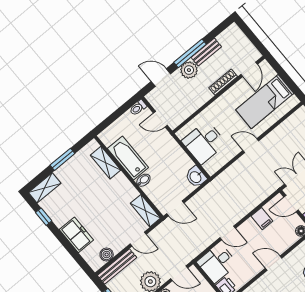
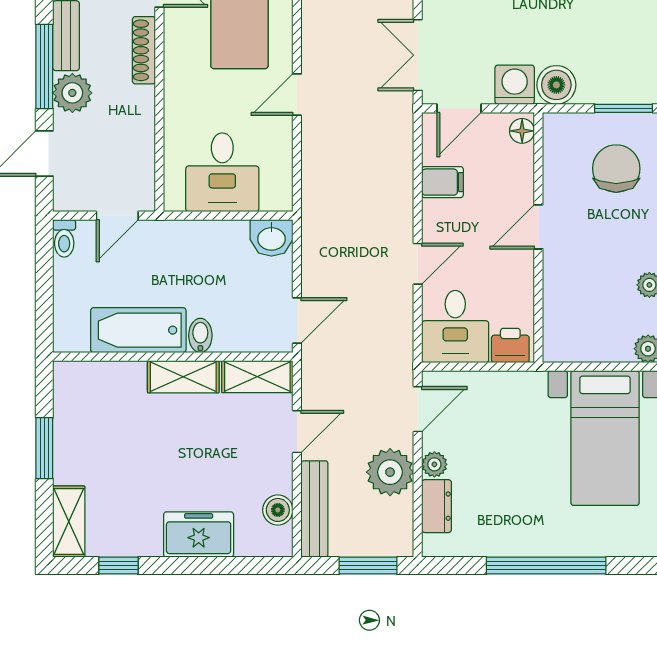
shelving: (105, 163) -> (183, 377), moved

